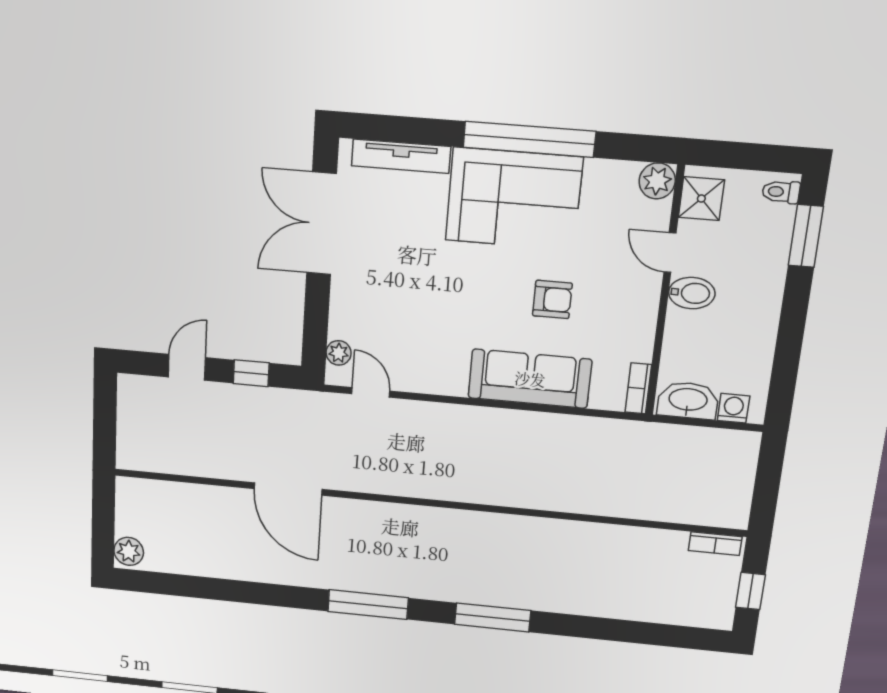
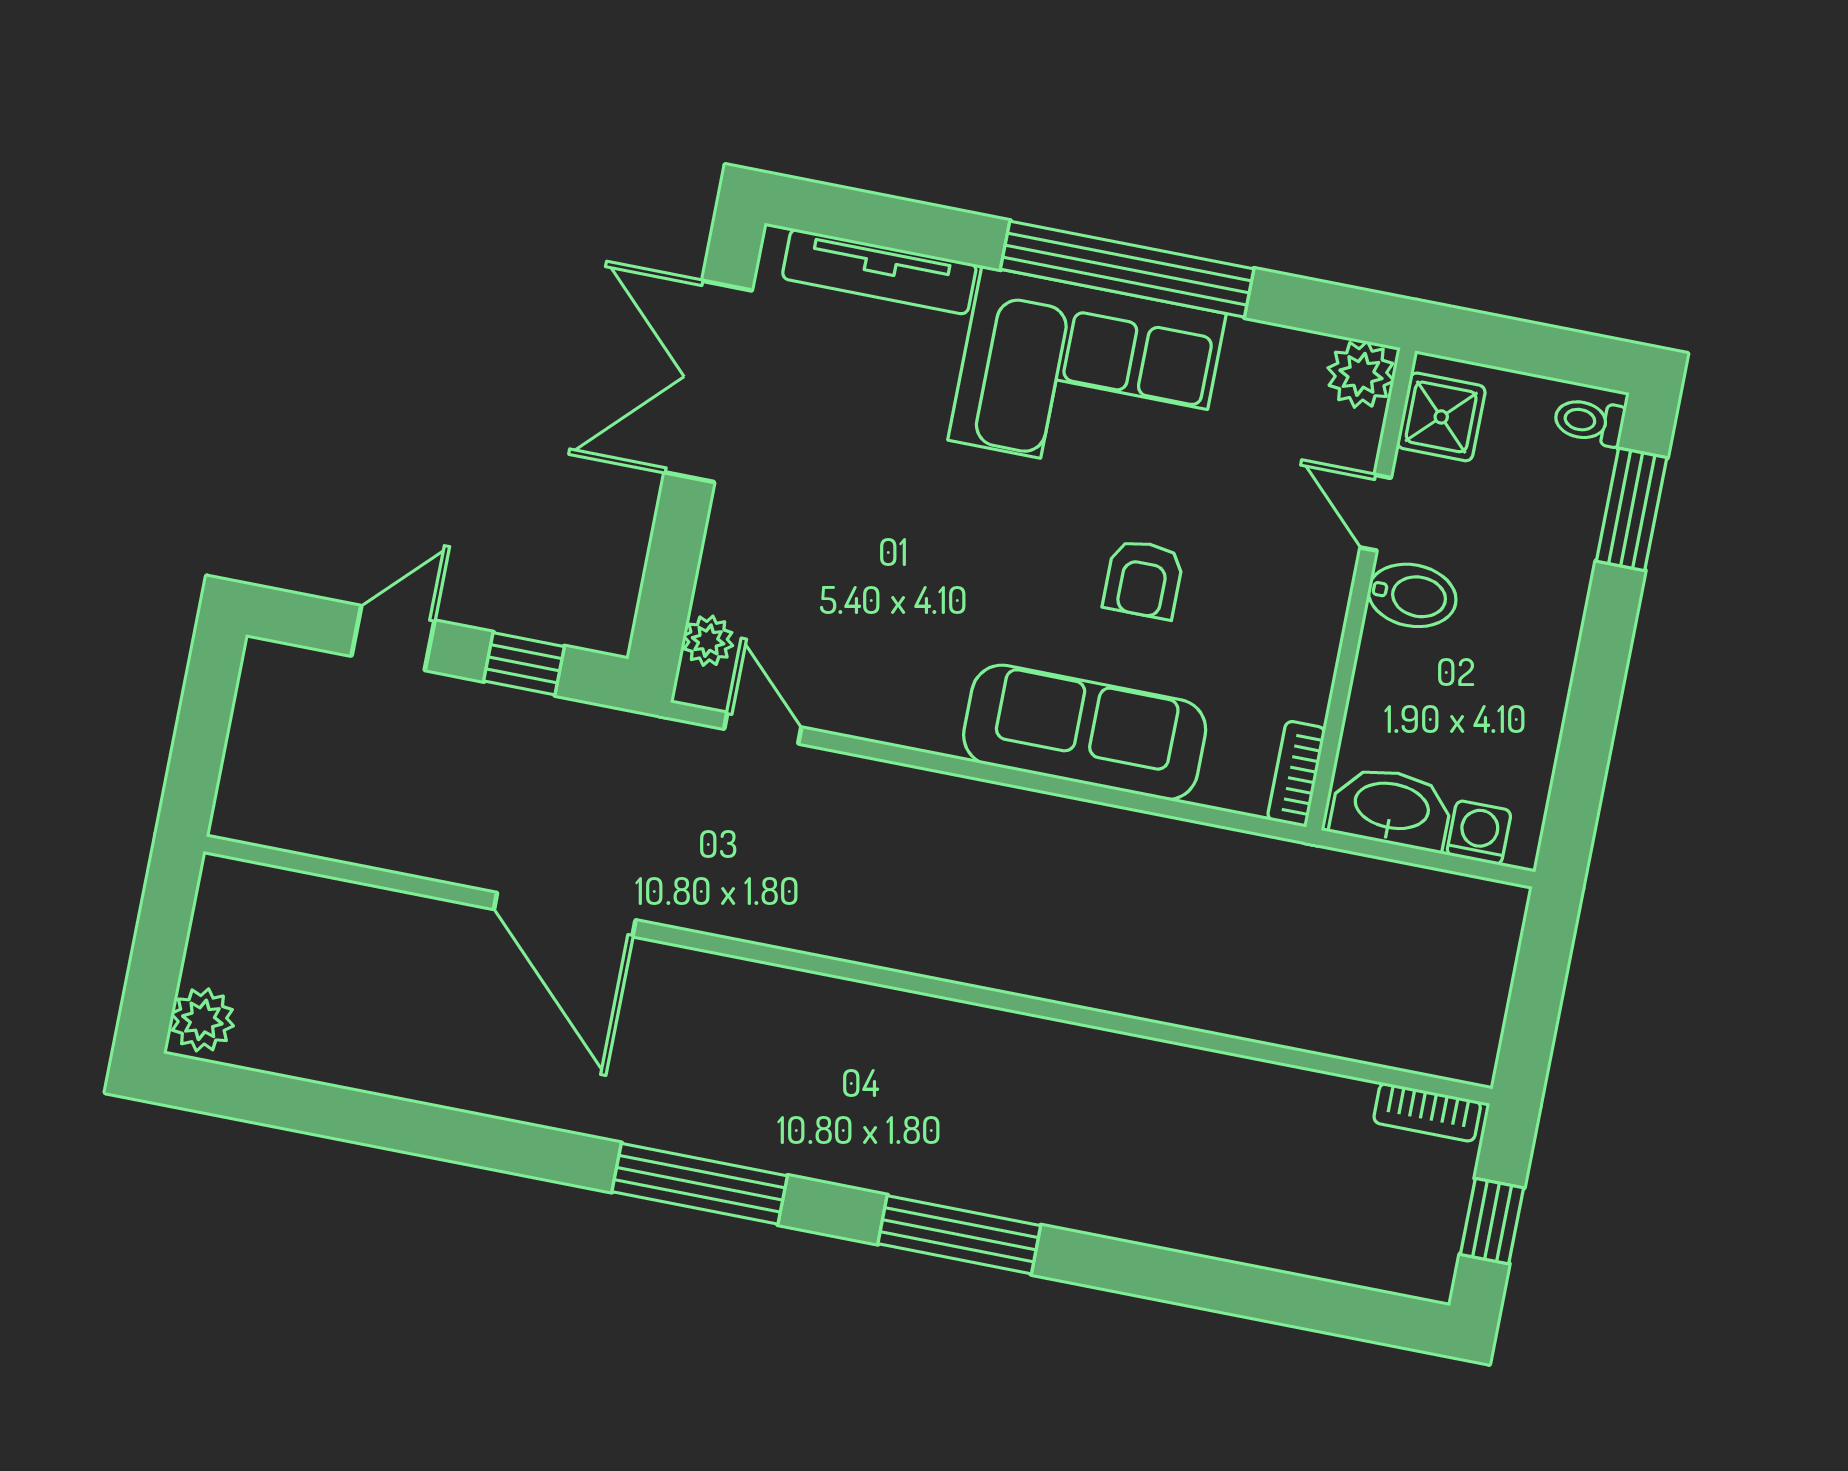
armchair: (552, 299) -> (1143, 579), turned 90

